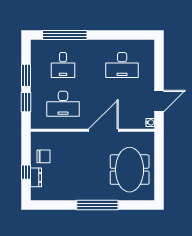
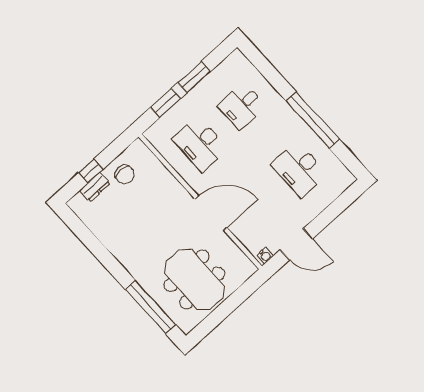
window: (65, 35) -> (313, 120), moved
meeting table: (130, 170) -> (194, 279), turned 90
window: (97, 205) -> (151, 307), moved

